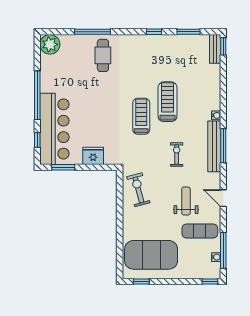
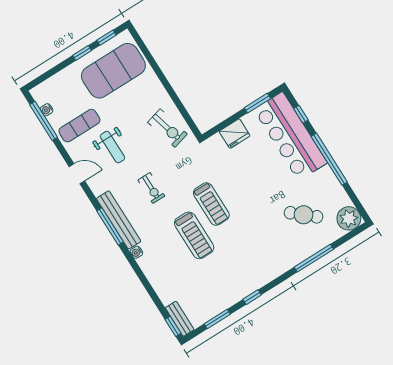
cafe table: (103, 55) -> (304, 215), moved, turned -49
window: (210, 281) -> (82, 53), moved

